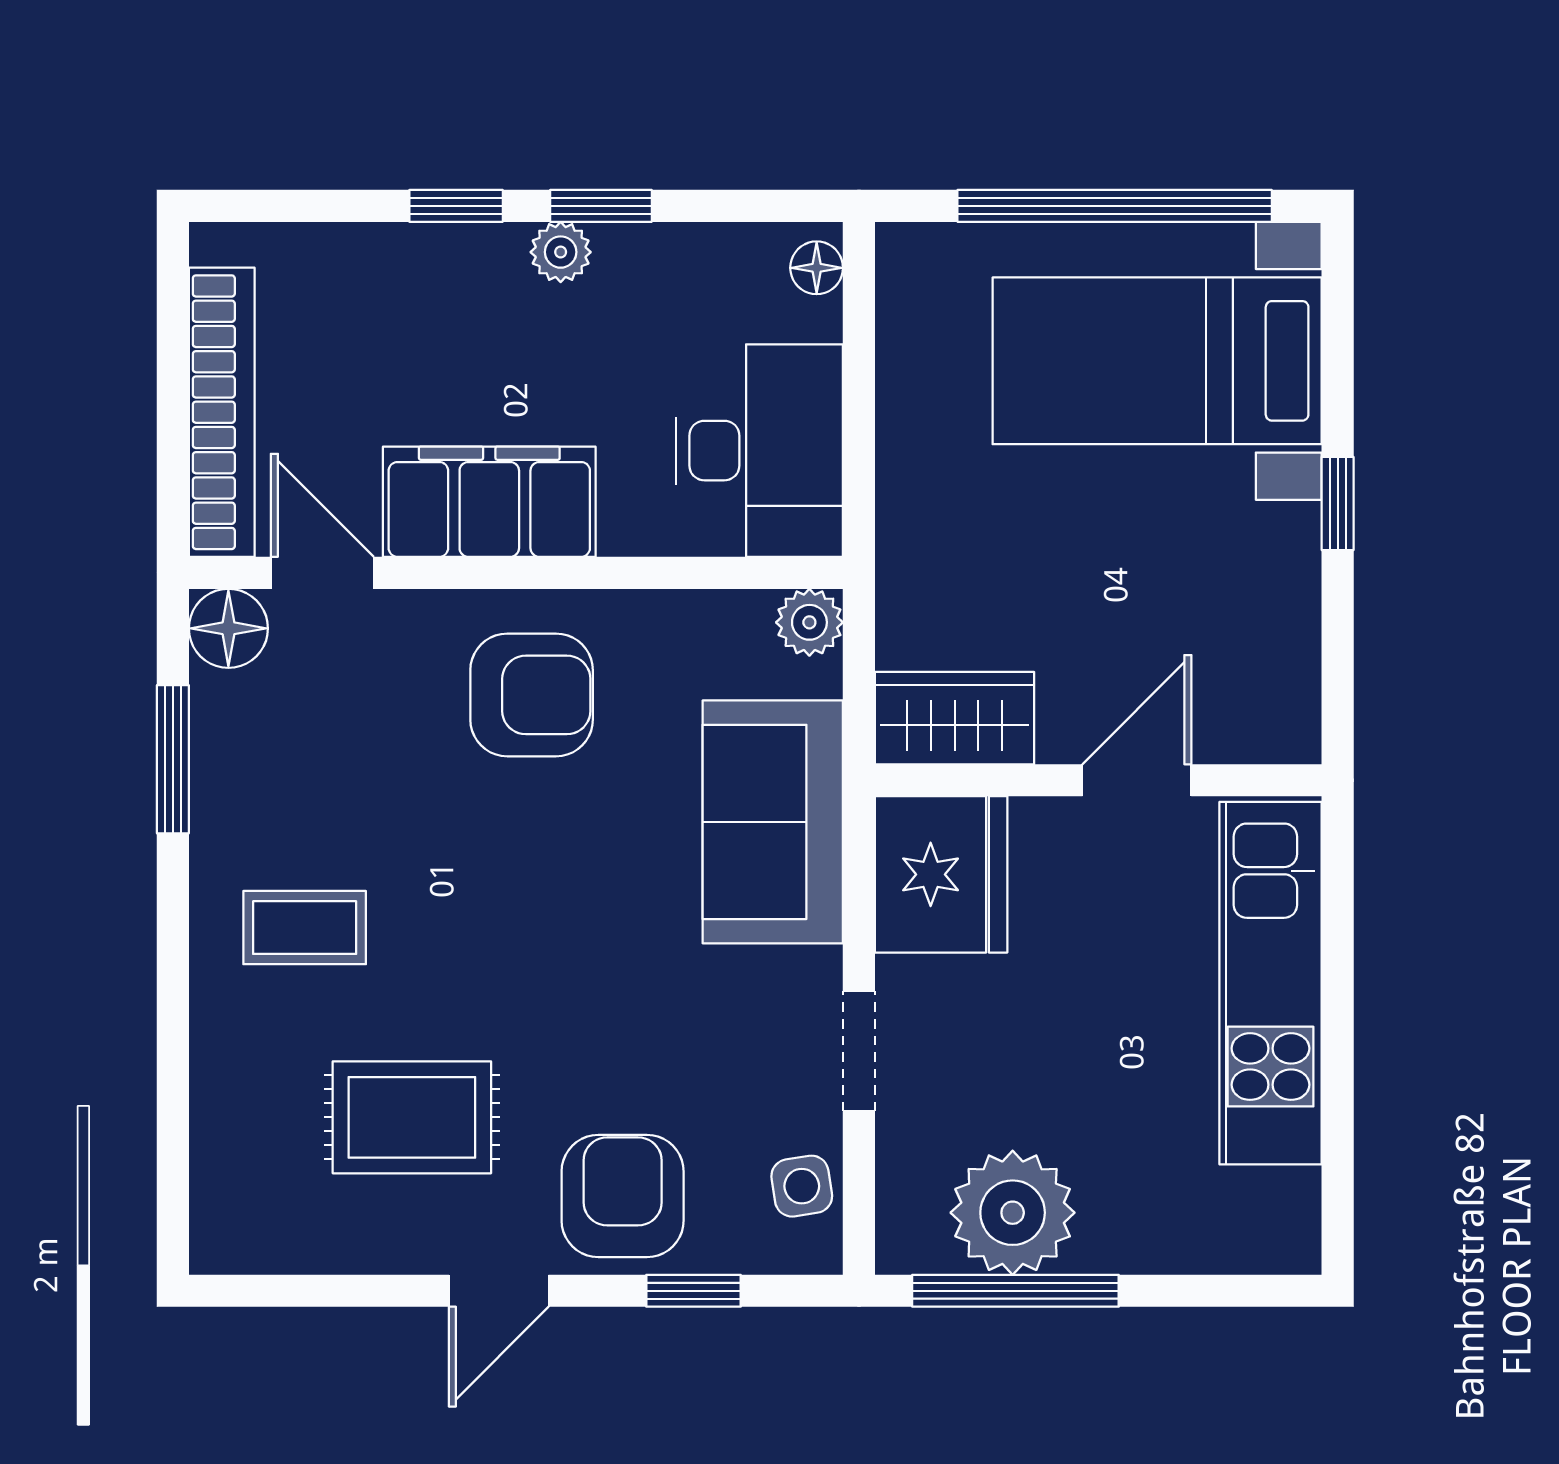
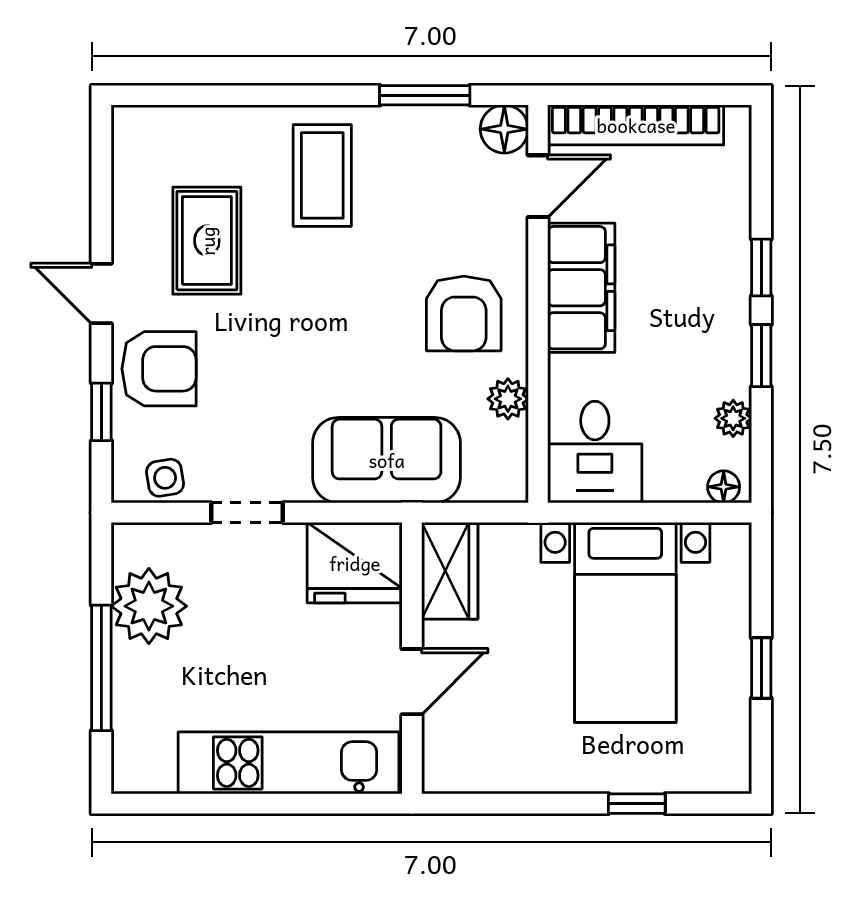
window: (1115, 206) -> (761, 668), width x0.32
plant: (561, 252) -> (733, 418), moved
bed with nightstands: (1157, 361) -> (625, 622), moved, turned 180
desk: (759, 451) -> (595, 452), width x0.73
window: (1338, 504) -> (637, 804), moved
plant: (809, 622) -> (508, 399), moved
door: (1137, 780) -> (412, 682), hinge flipped
coffee table: (305, 928) -> (322, 175), width x1.36, depth x1.30
window: (1015, 1291) -> (101, 668), moved

